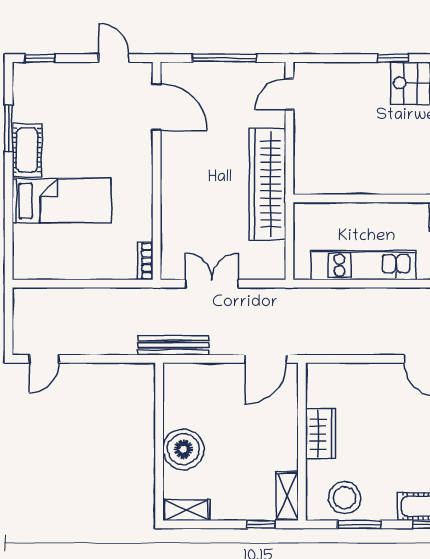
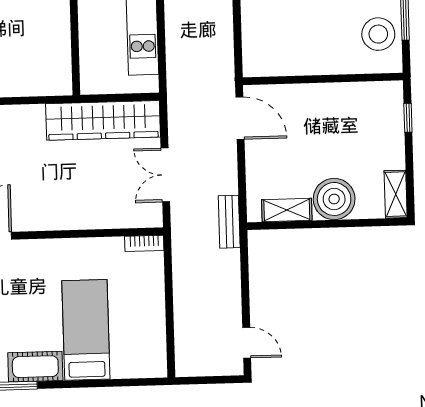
wardrobe: (268, 184) -> (103, 120), moved
bench: (173, 345) -> (229, 222), width x0.73
wardrobe: (320, 434) -> (314, 60), removed
shelving: (287, 496) -> (287, 210), moved

